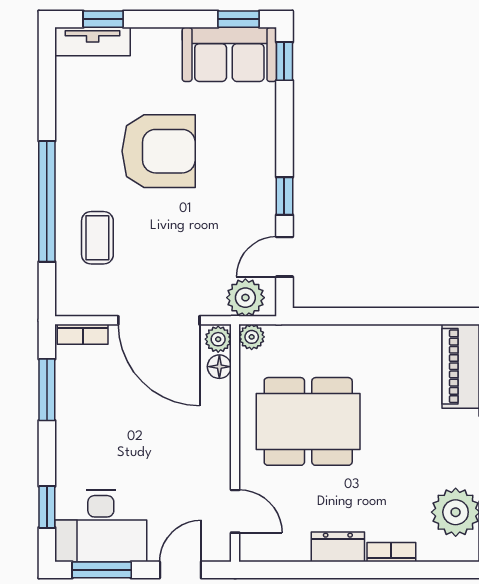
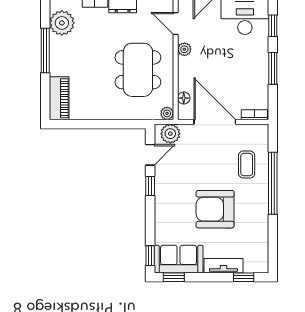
tv unit: (93, 42) -> (224, 266), moved
plant: (218, 339) -> (184, 49), moved
window: (47, 390) -> (273, 68), moved
dining table: (308, 421) -> (138, 70), turned 90

